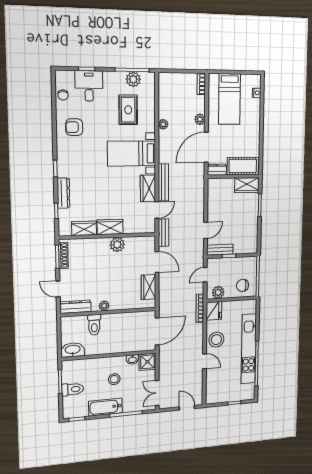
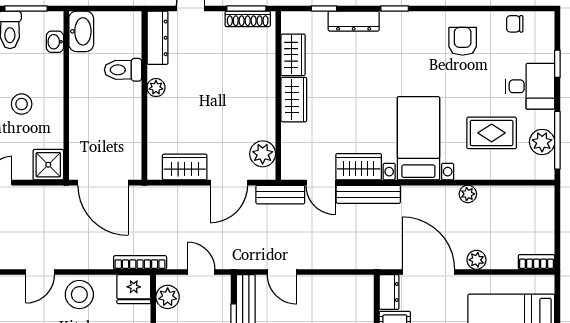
desk: (89, 86) -> (530, 86), moved
plant: (117, 245) -> (263, 154), moved
washbasin: (132, 359) -> (55, 42), moved

